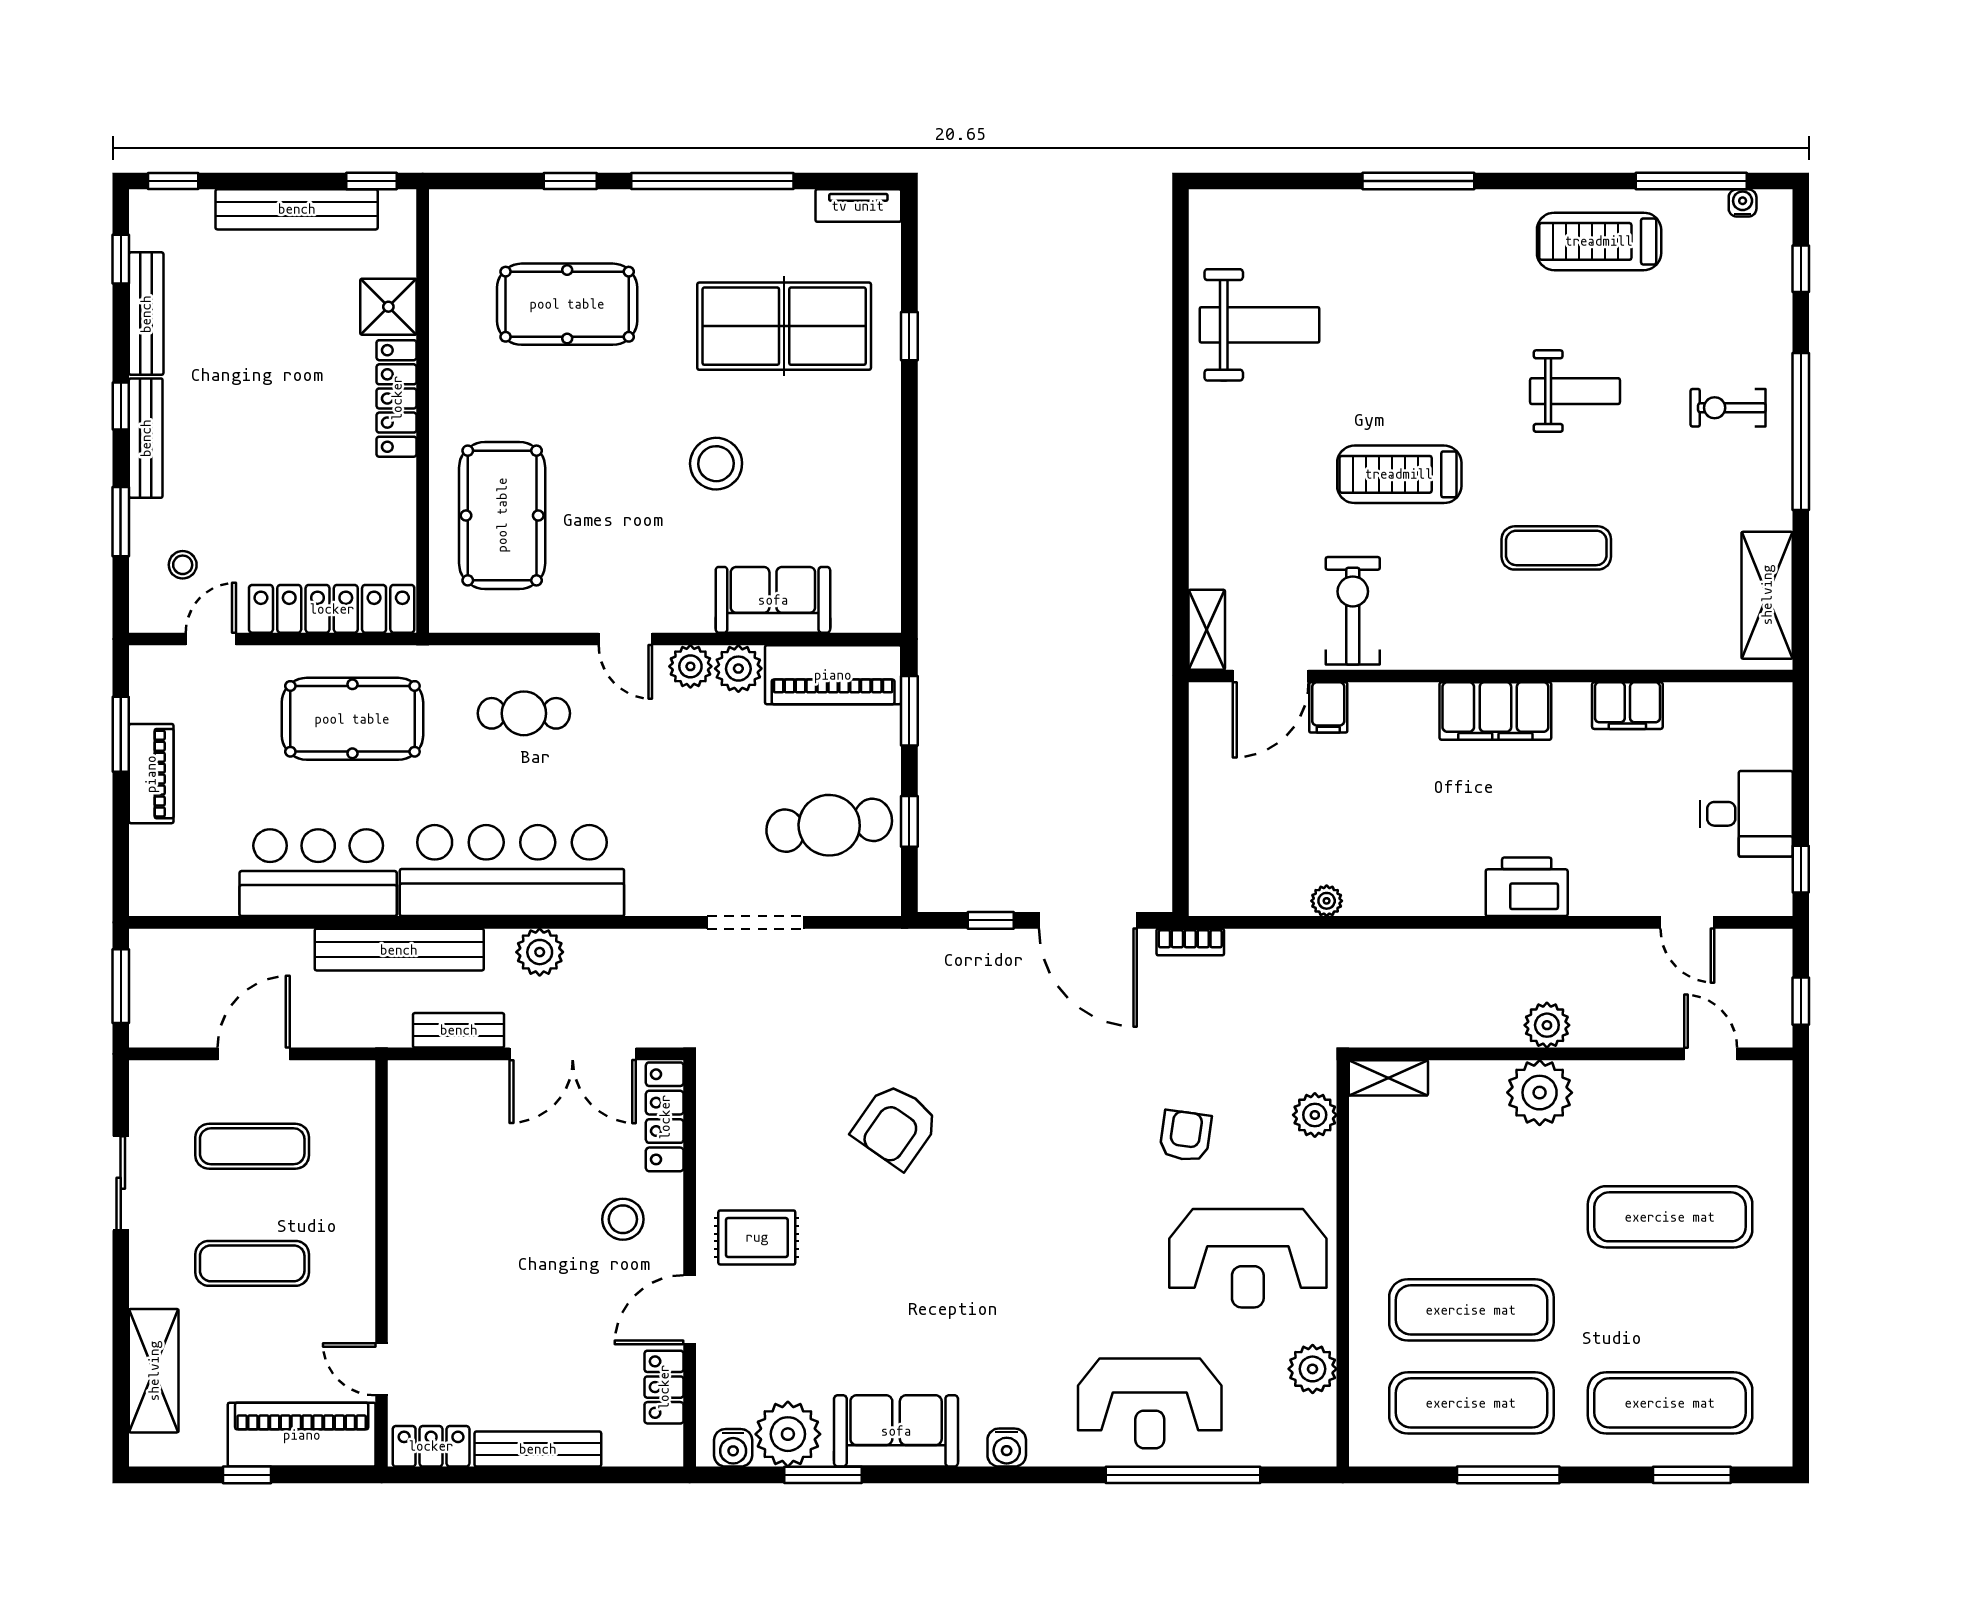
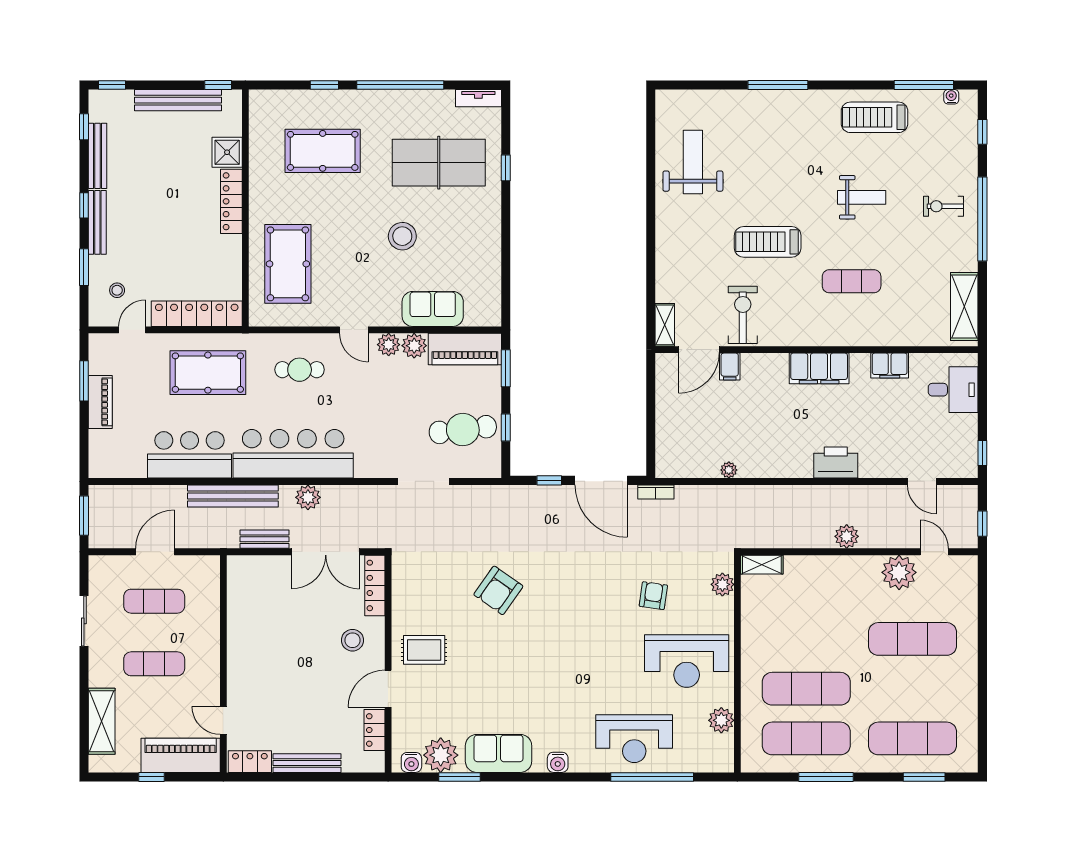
weight bench: (1260, 325) -> (693, 162), turned -90
desk: (1746, 814) -> (953, 390), moved
plant: (1540, 1093) -> (899, 572), moved

